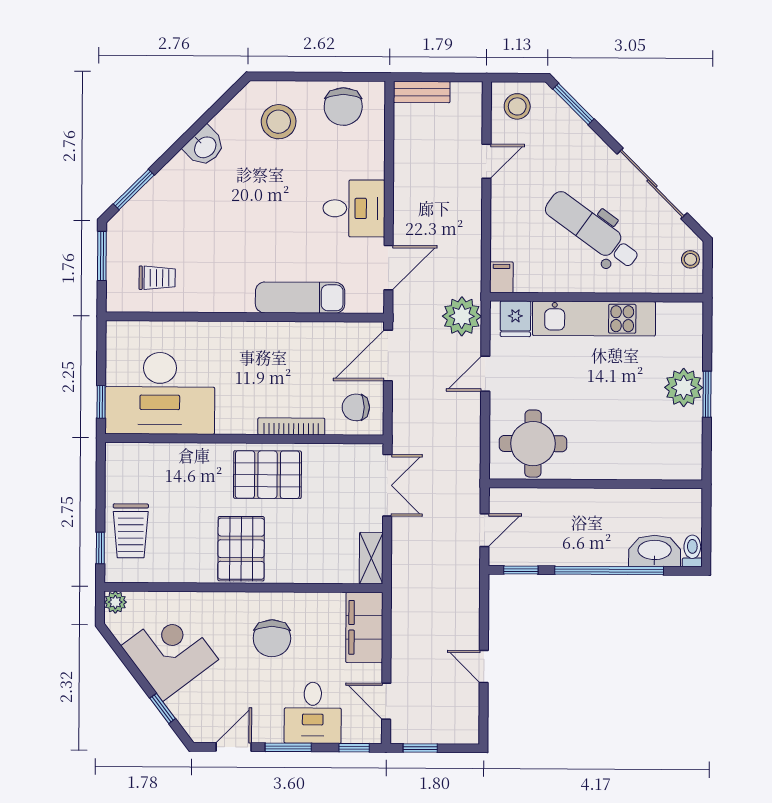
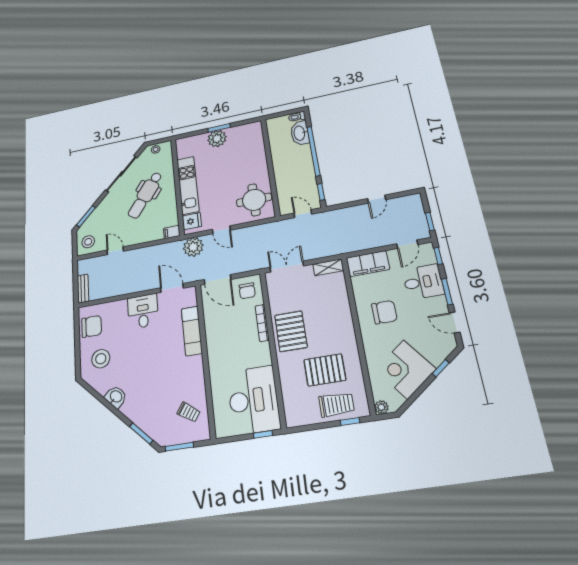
trolley: (157, 278) -> (189, 412), turned 124
pallet: (241, 549) -> (325, 370), moved

